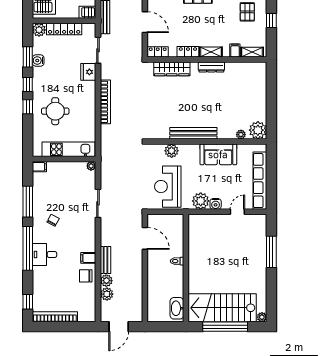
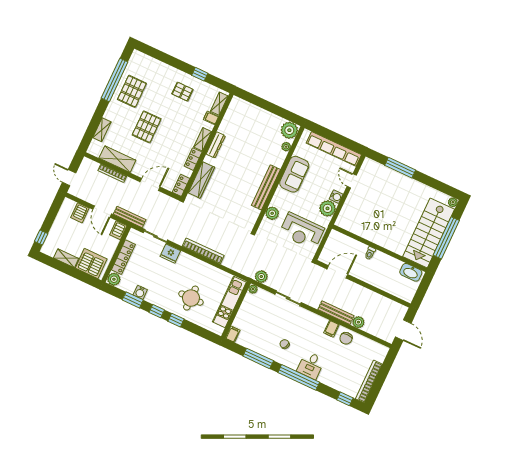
bench: (106, 260) -> (336, 313), width x1.36
plant: (107, 294) -> (261, 277), moved

